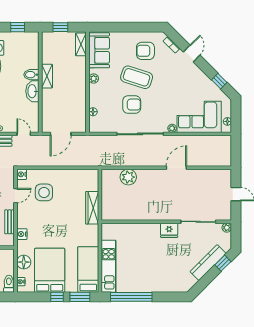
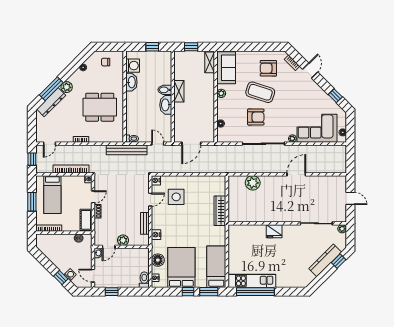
fridge: (169, 230) -> (274, 231), moved
kitchen unit: (109, 266) -> (252, 281), moved, turned -90

